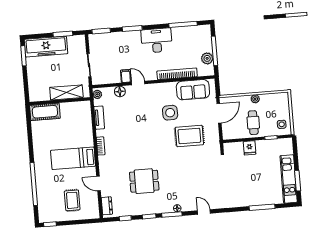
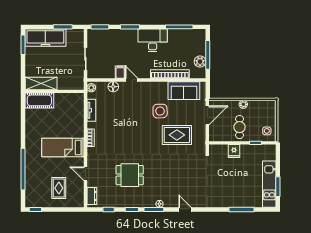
shelving: (66, 92) -> (41, 83), moved

